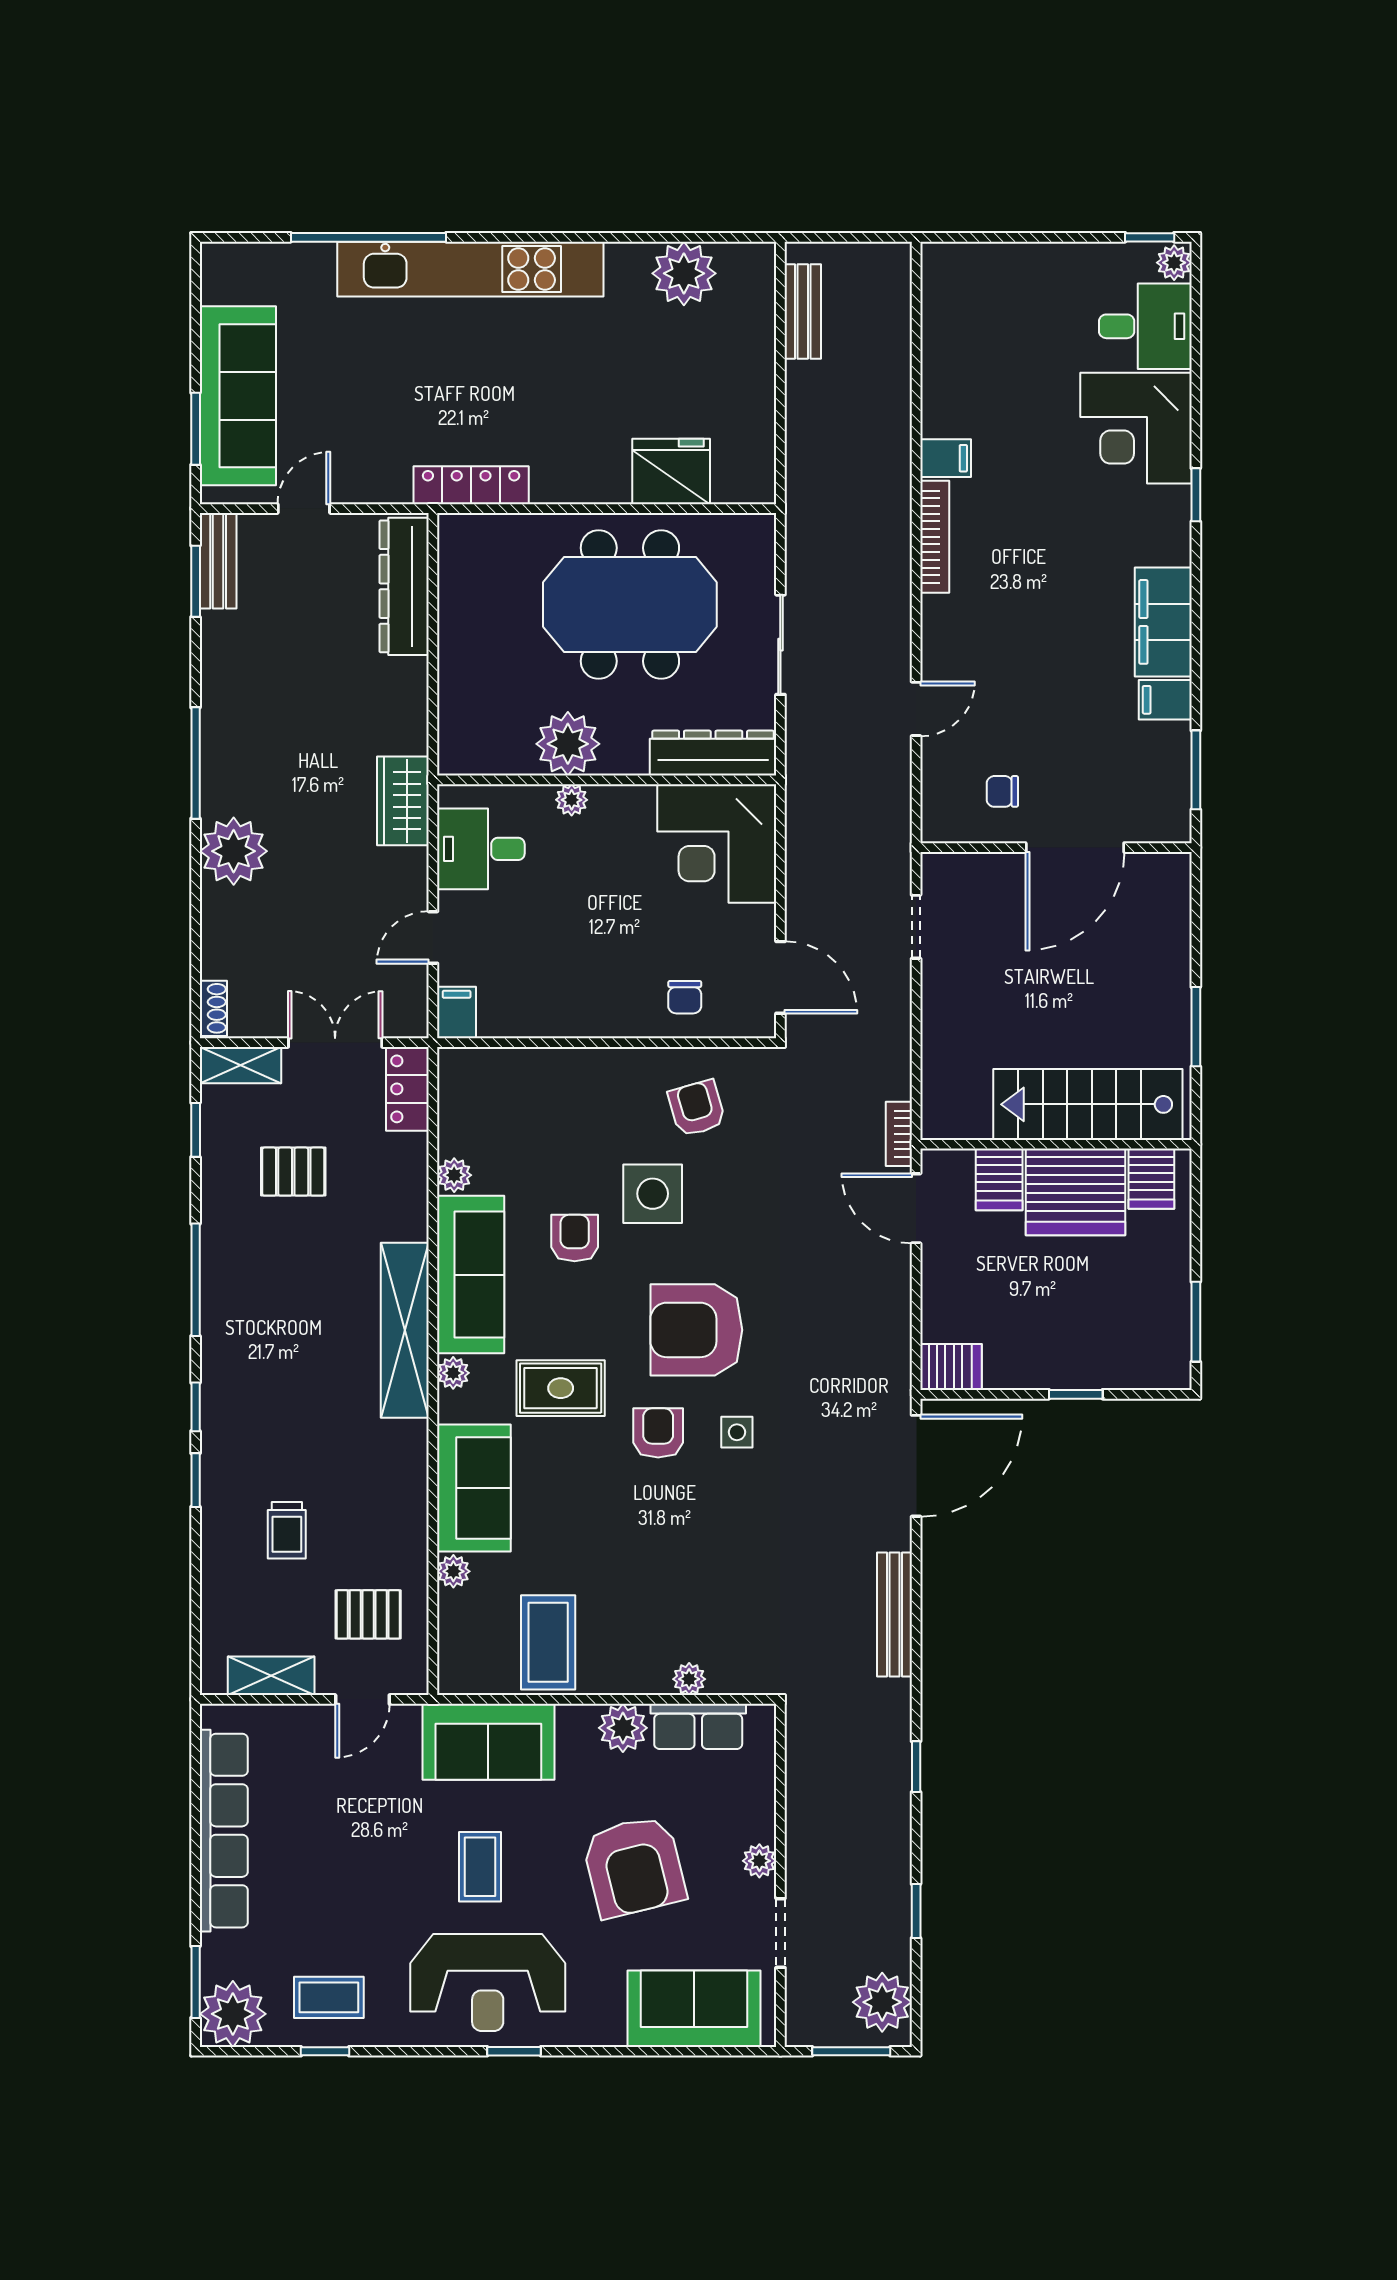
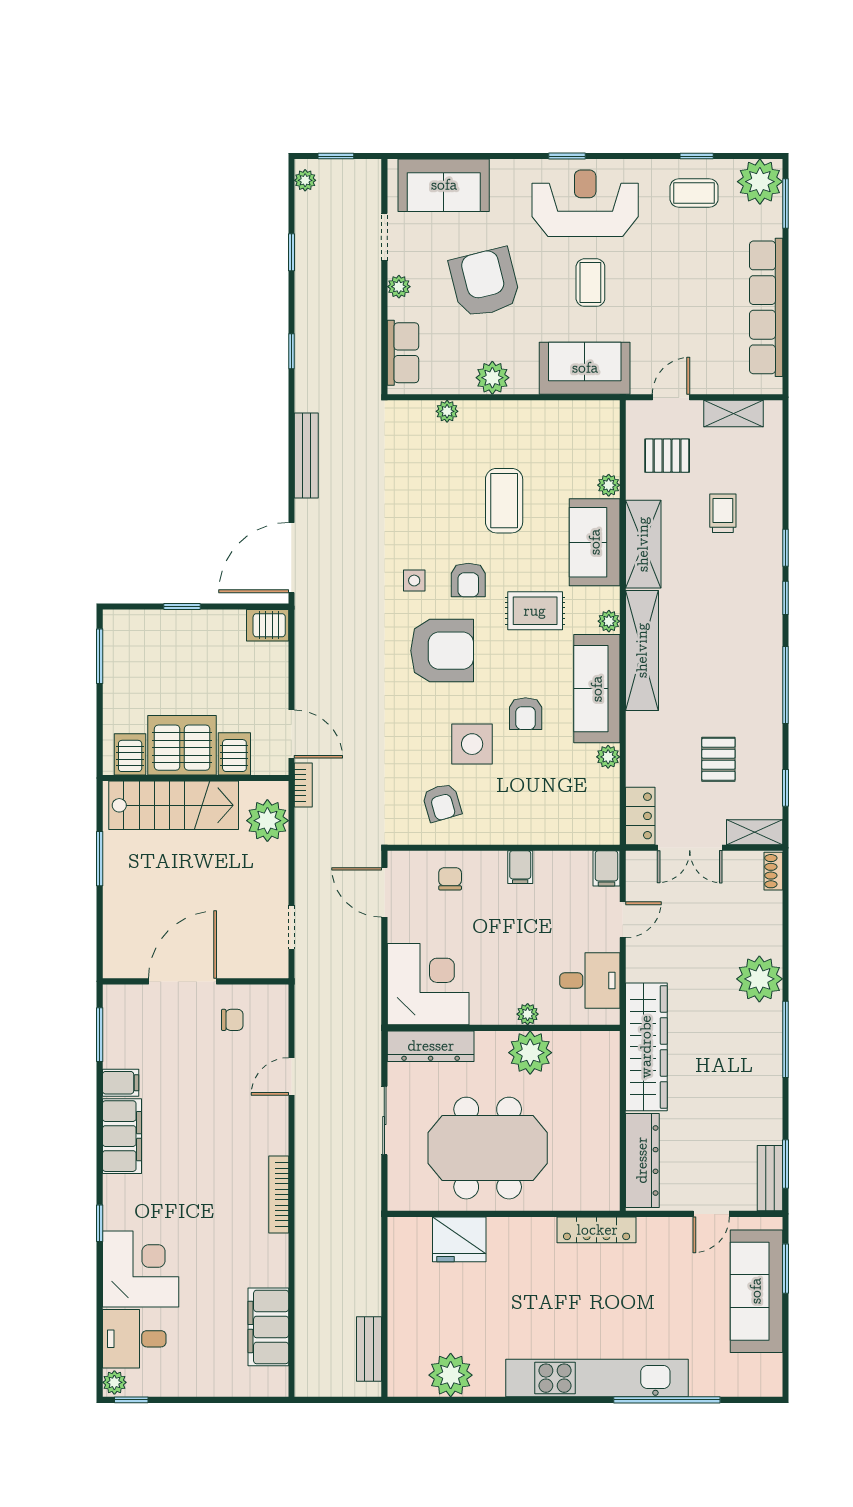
filing cabinet: (946, 458) -> (268, 1327), moved, width x3.00, depth x1.17
wardrobe: (403, 801) -> (646, 1047), width x2.10, depth x1.17
filing cabinet: (582, 1014) -> (520, 867), added
plant: (951, 1082) -> (267, 821), added
pallet: (293, 1172) -> (718, 759), turned 90
shelving: (403, 1485) -> (643, 544), added
coffee table: (548, 1642) -> (504, 501), moved
row of seats: (698, 1726) -> (403, 353), moved, turned 90
plant: (882, 2002) -> (305, 180), width x0.53, depth x0.53
window: (851, 2051) -> (336, 156), width x0.67

